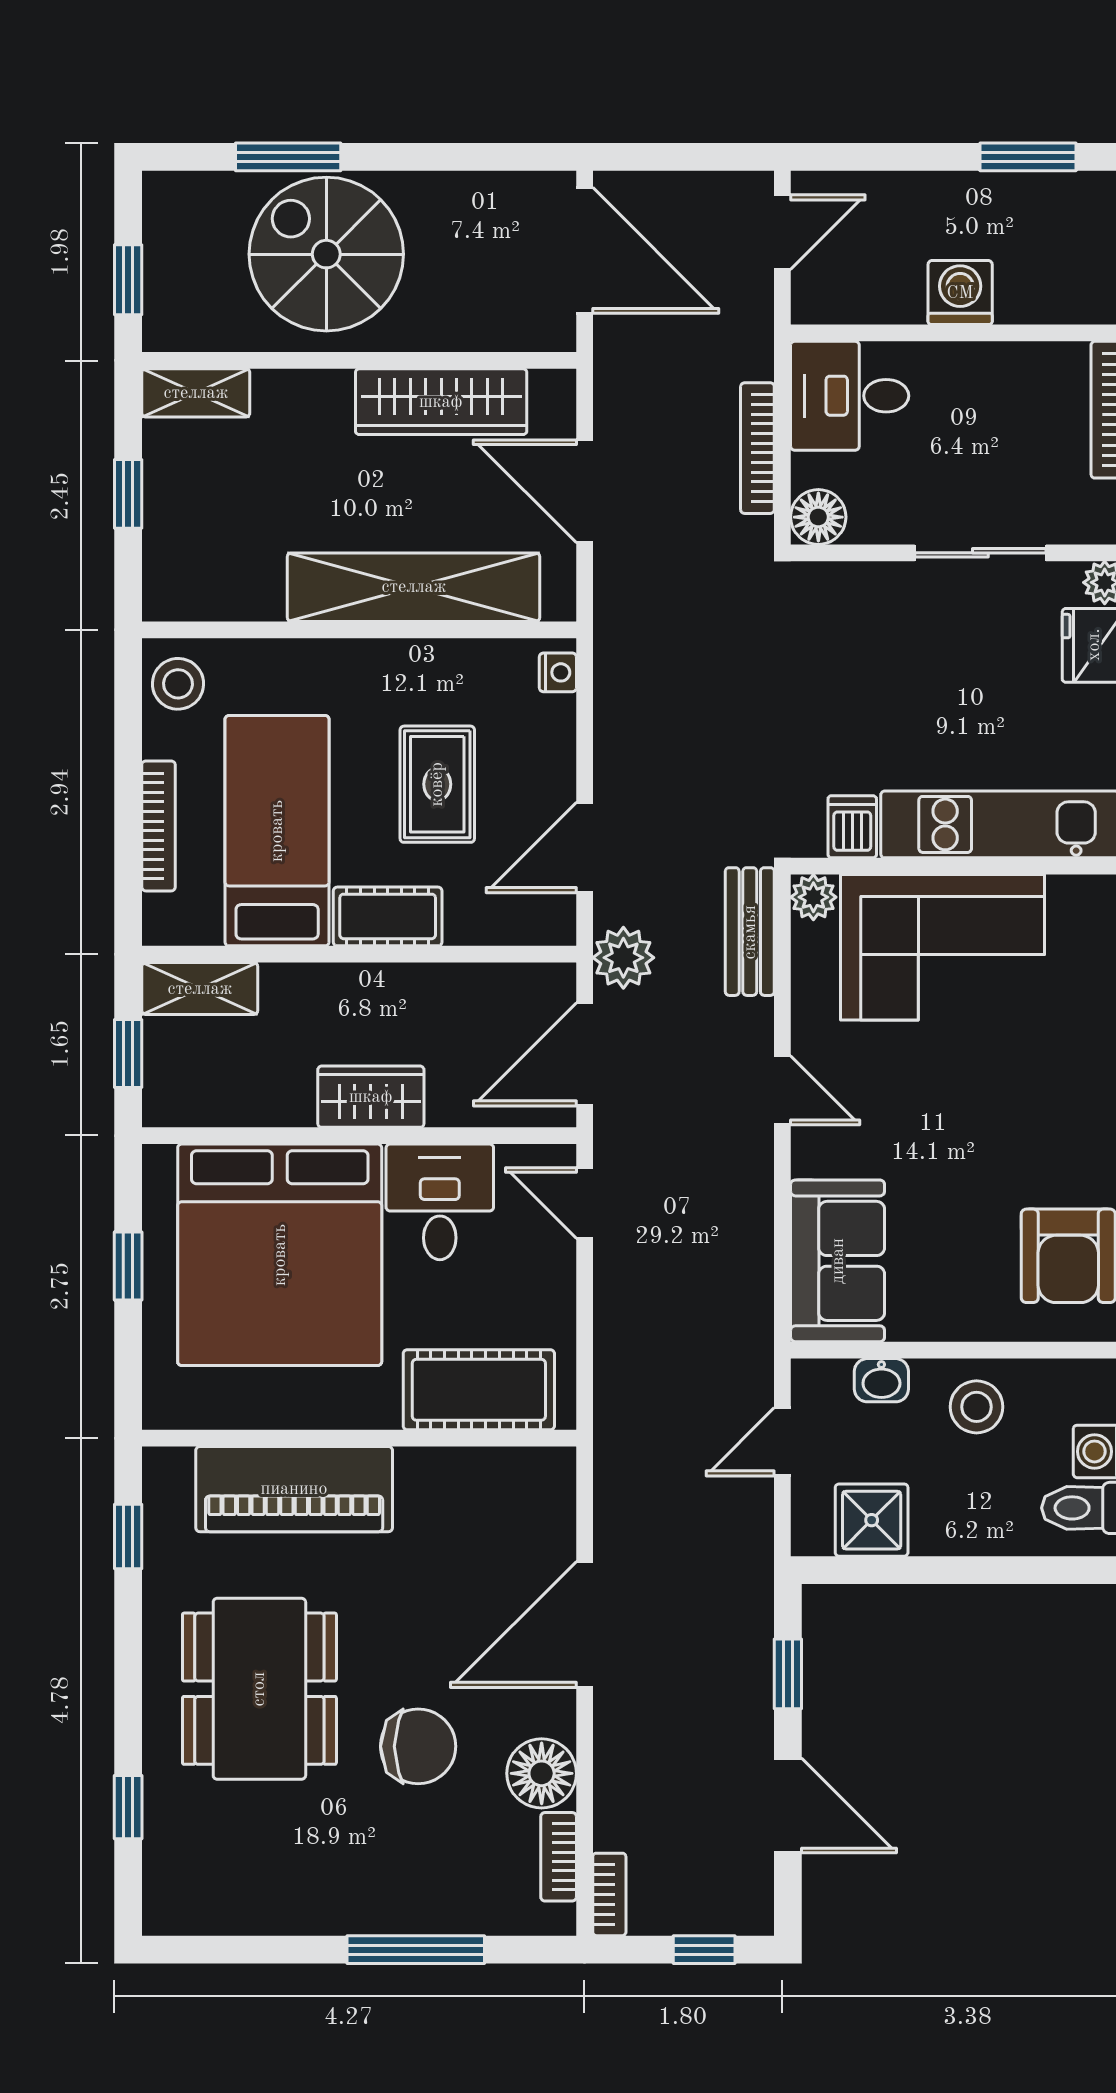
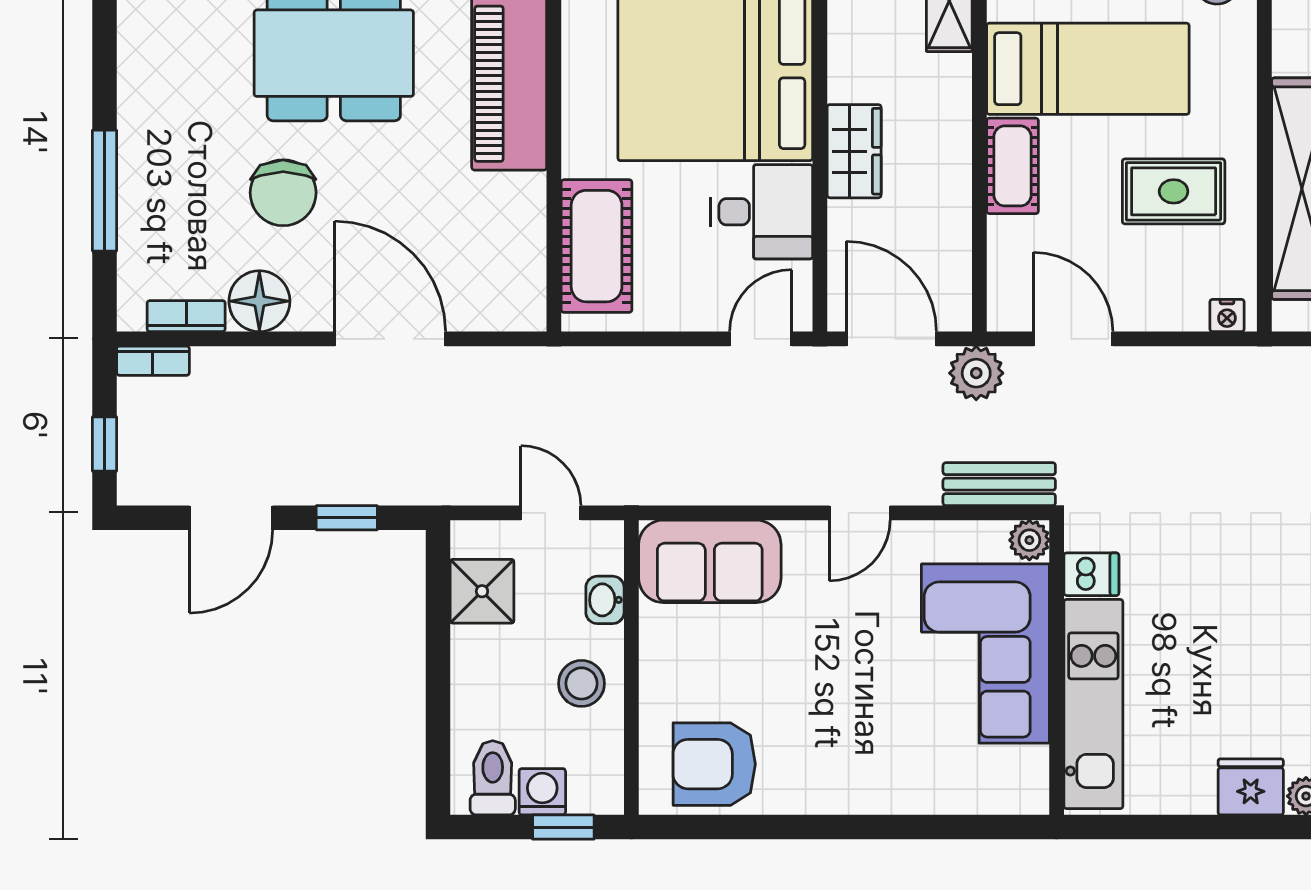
rug: (437, 784) -> (1174, 191), moved

